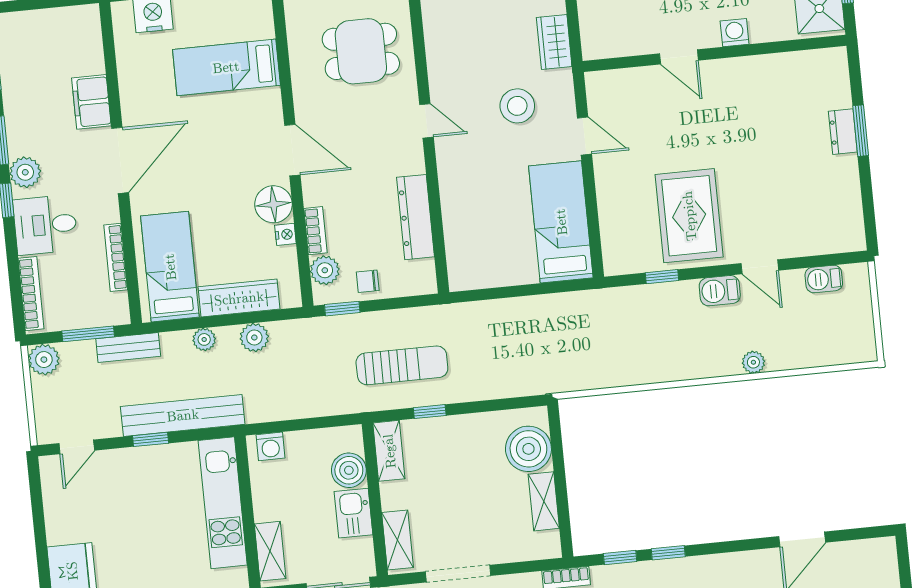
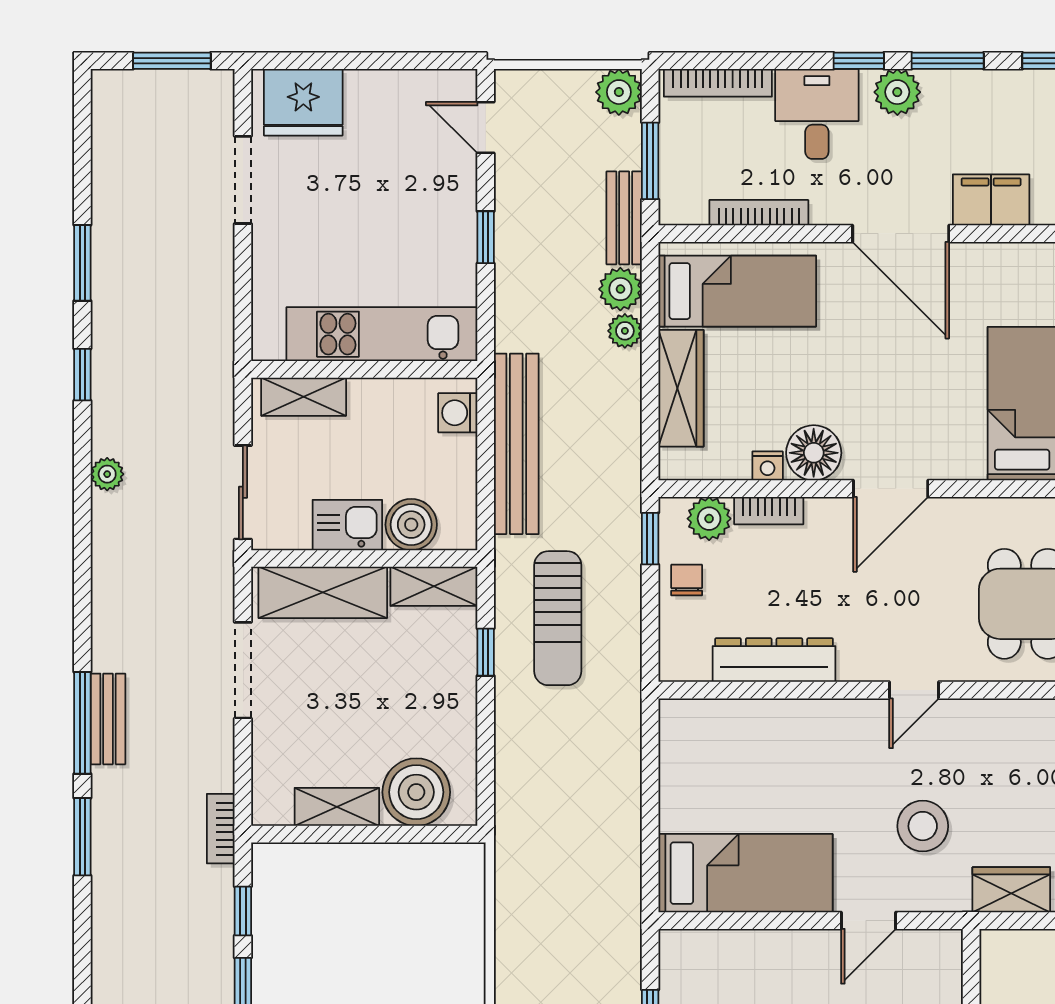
plant: (254, 337) -> (620, 289), moved
bench: (183, 415) -> (516, 444), moved
shelving: (398, 540) -> (323, 592), width x1.50, depth x1.33

